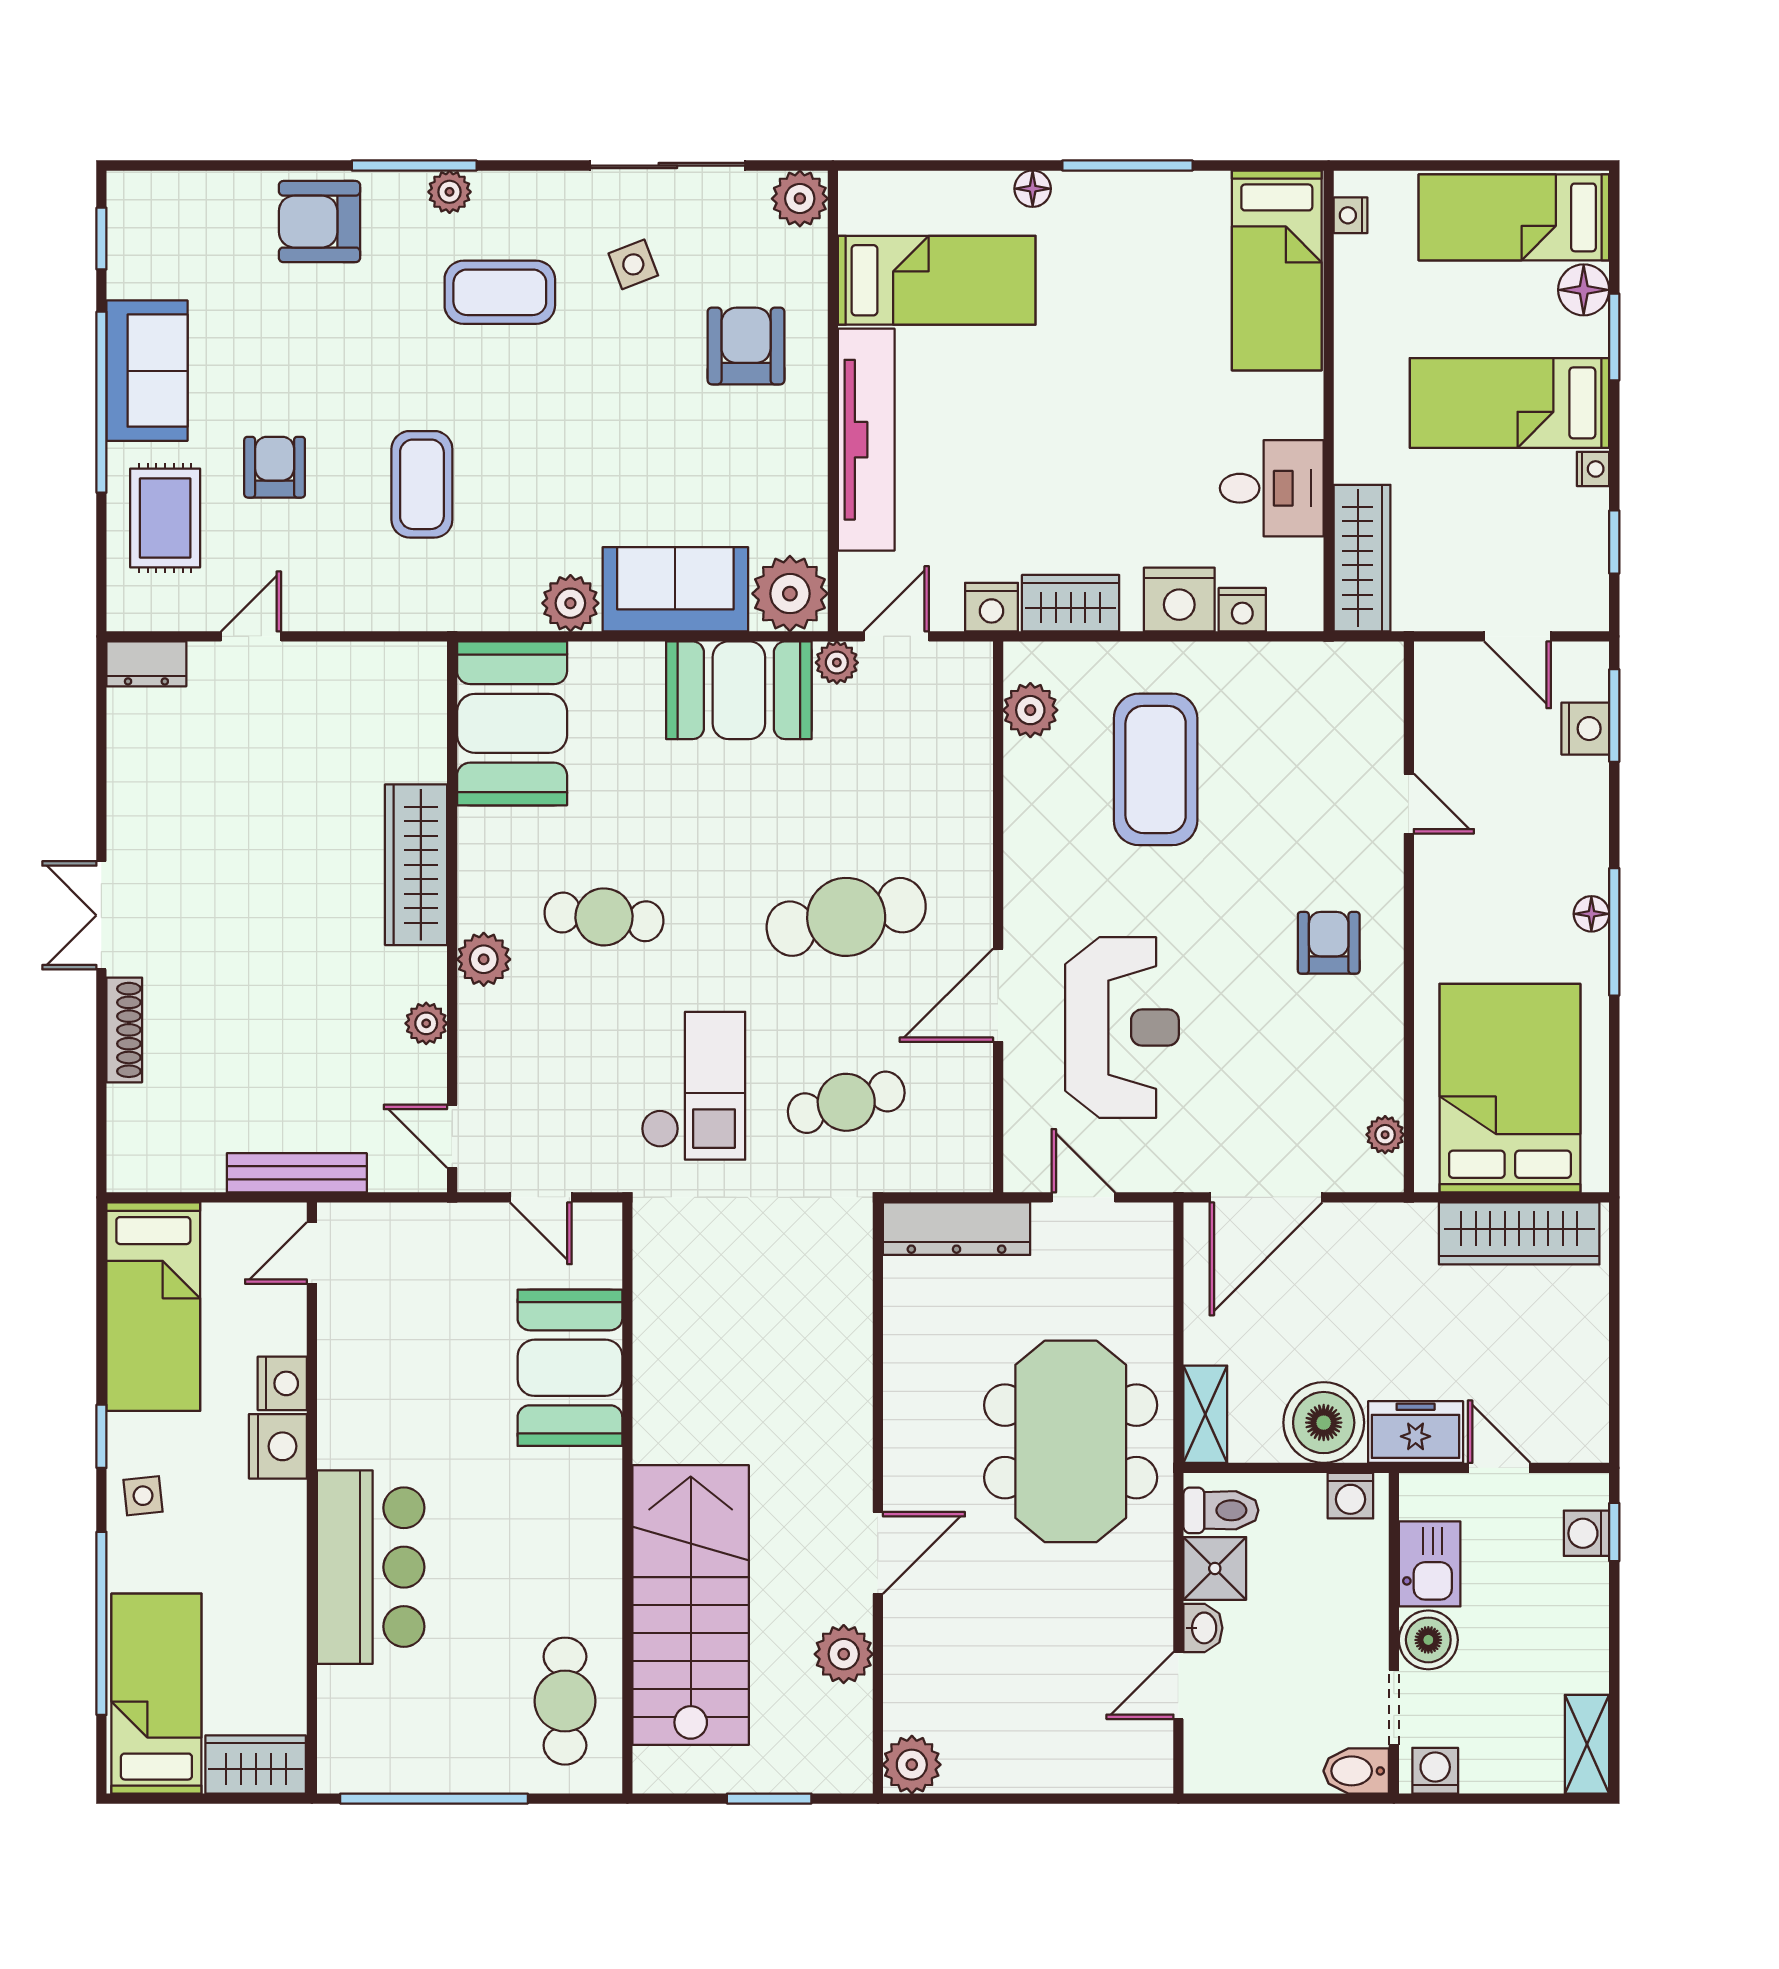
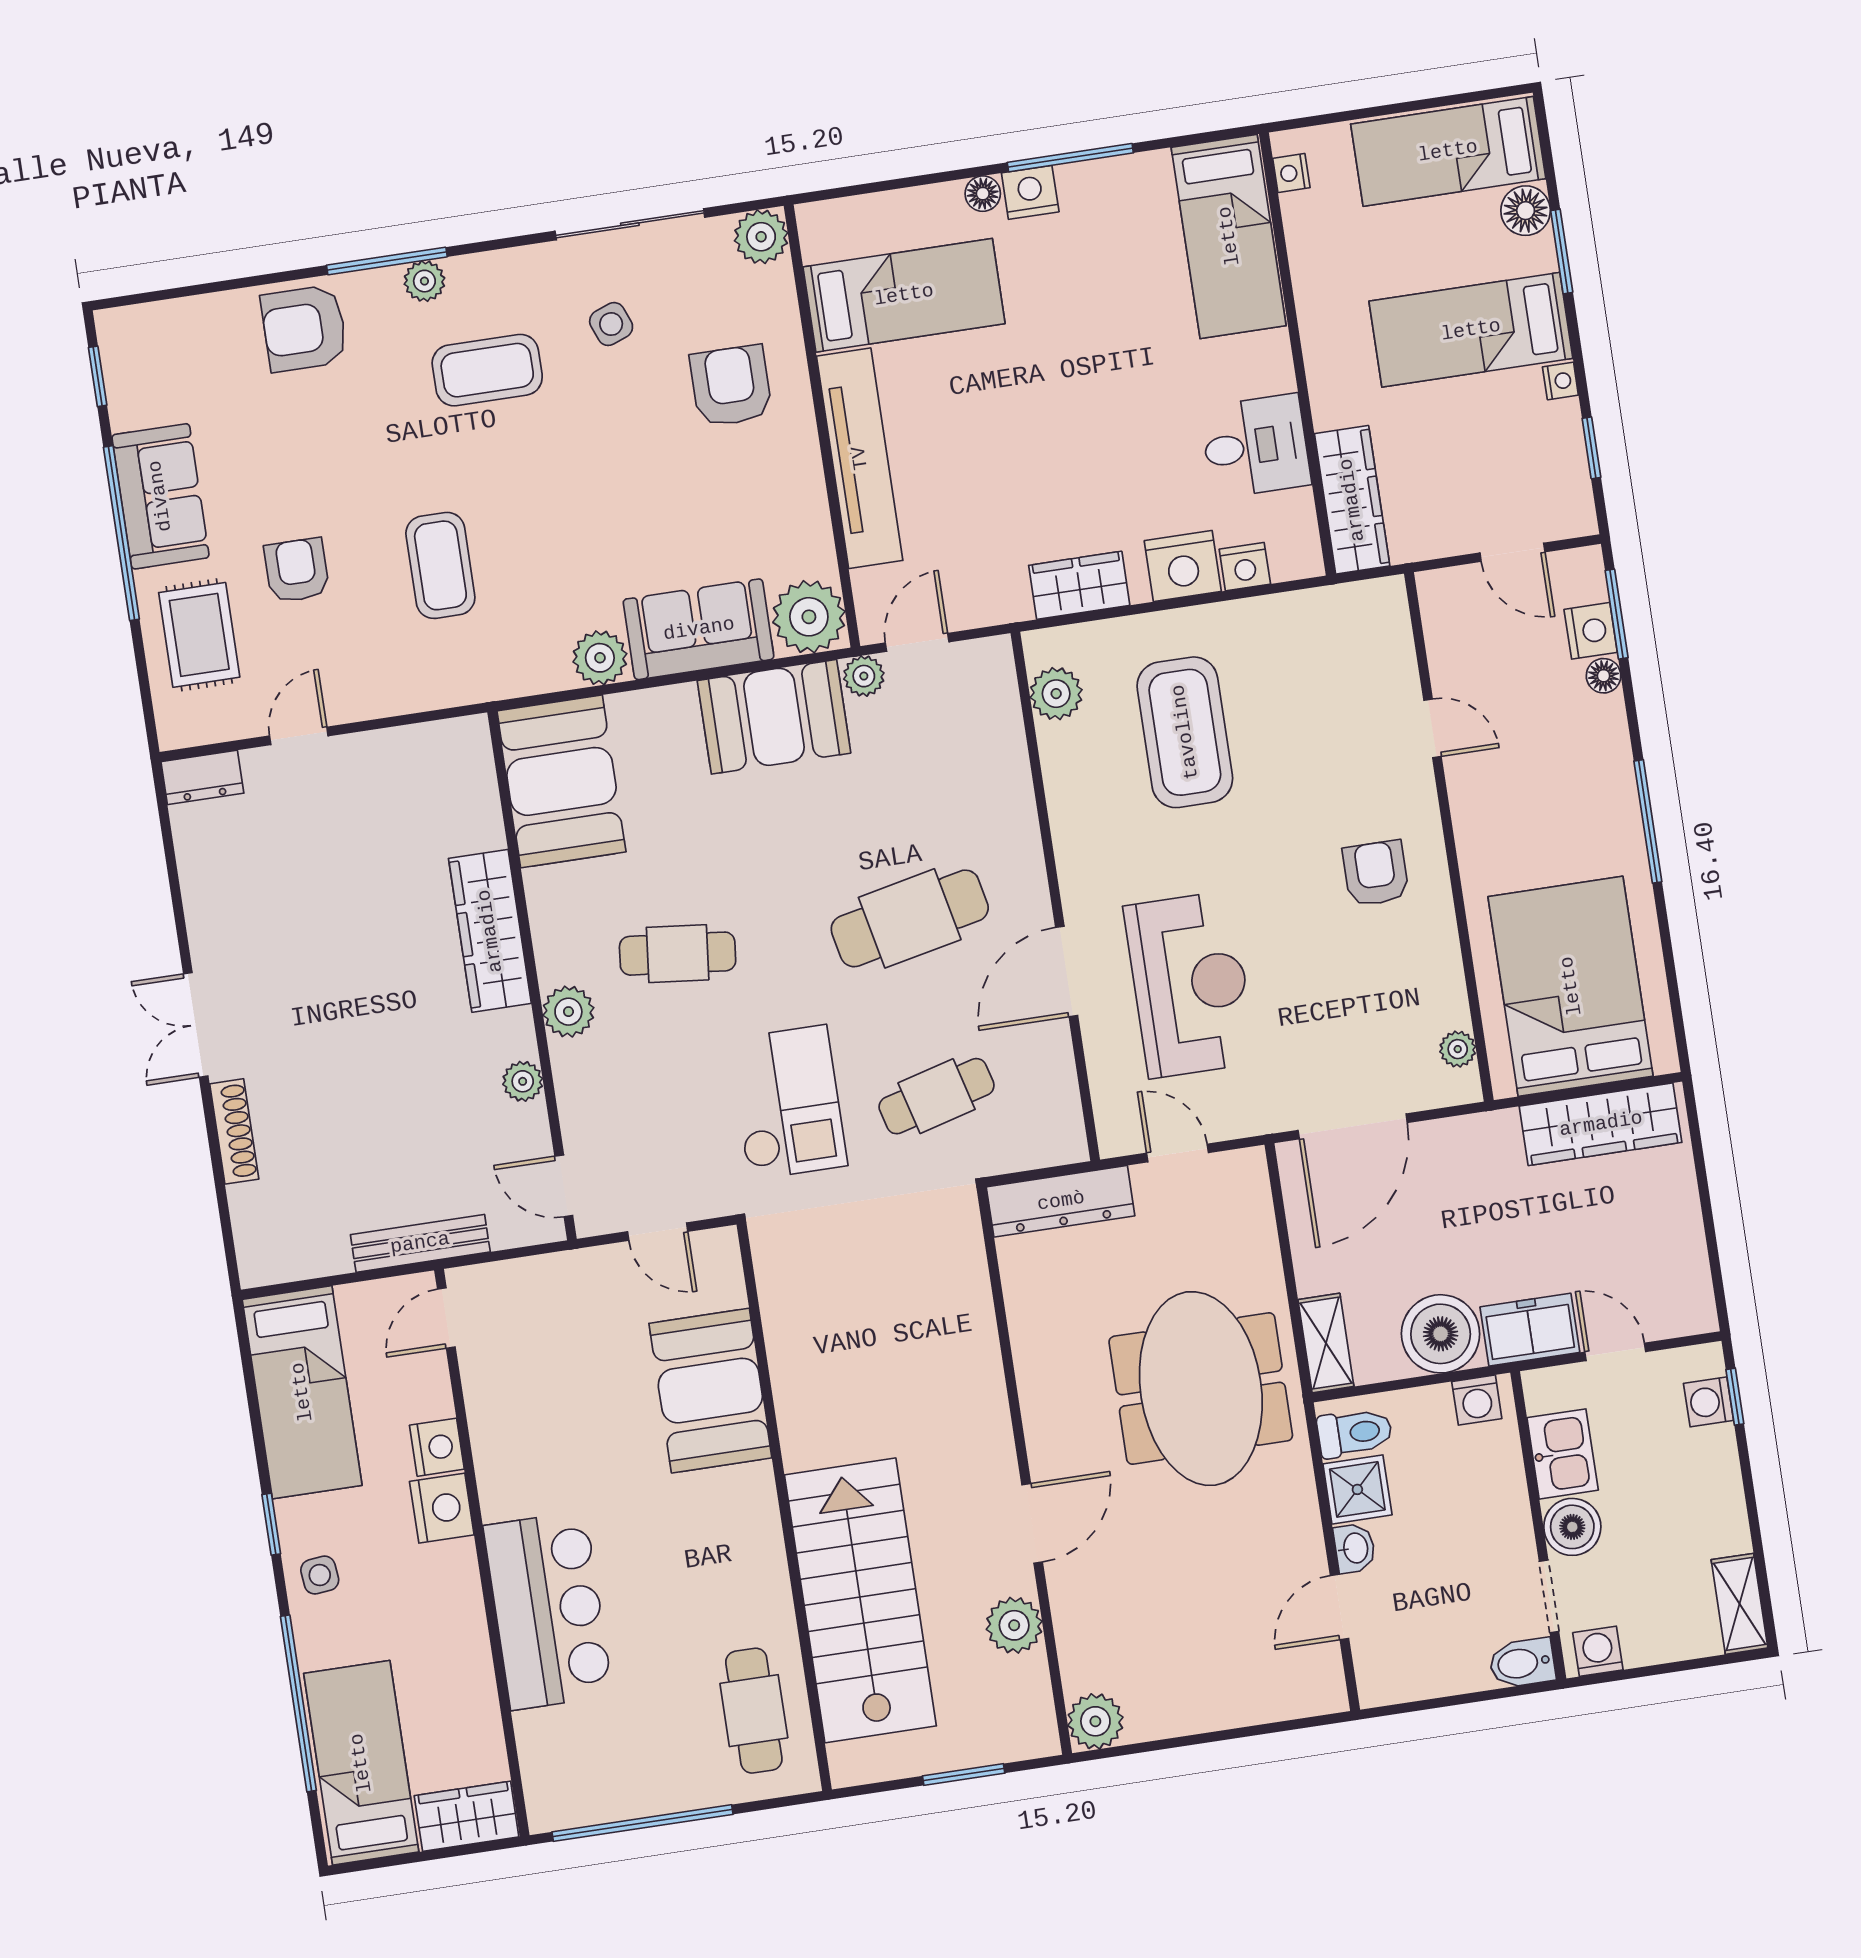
nightstand: (991, 607) -> (1030, 192), moved, turned 180
floor lamp: (1591, 914) -> (1604, 676), moved

